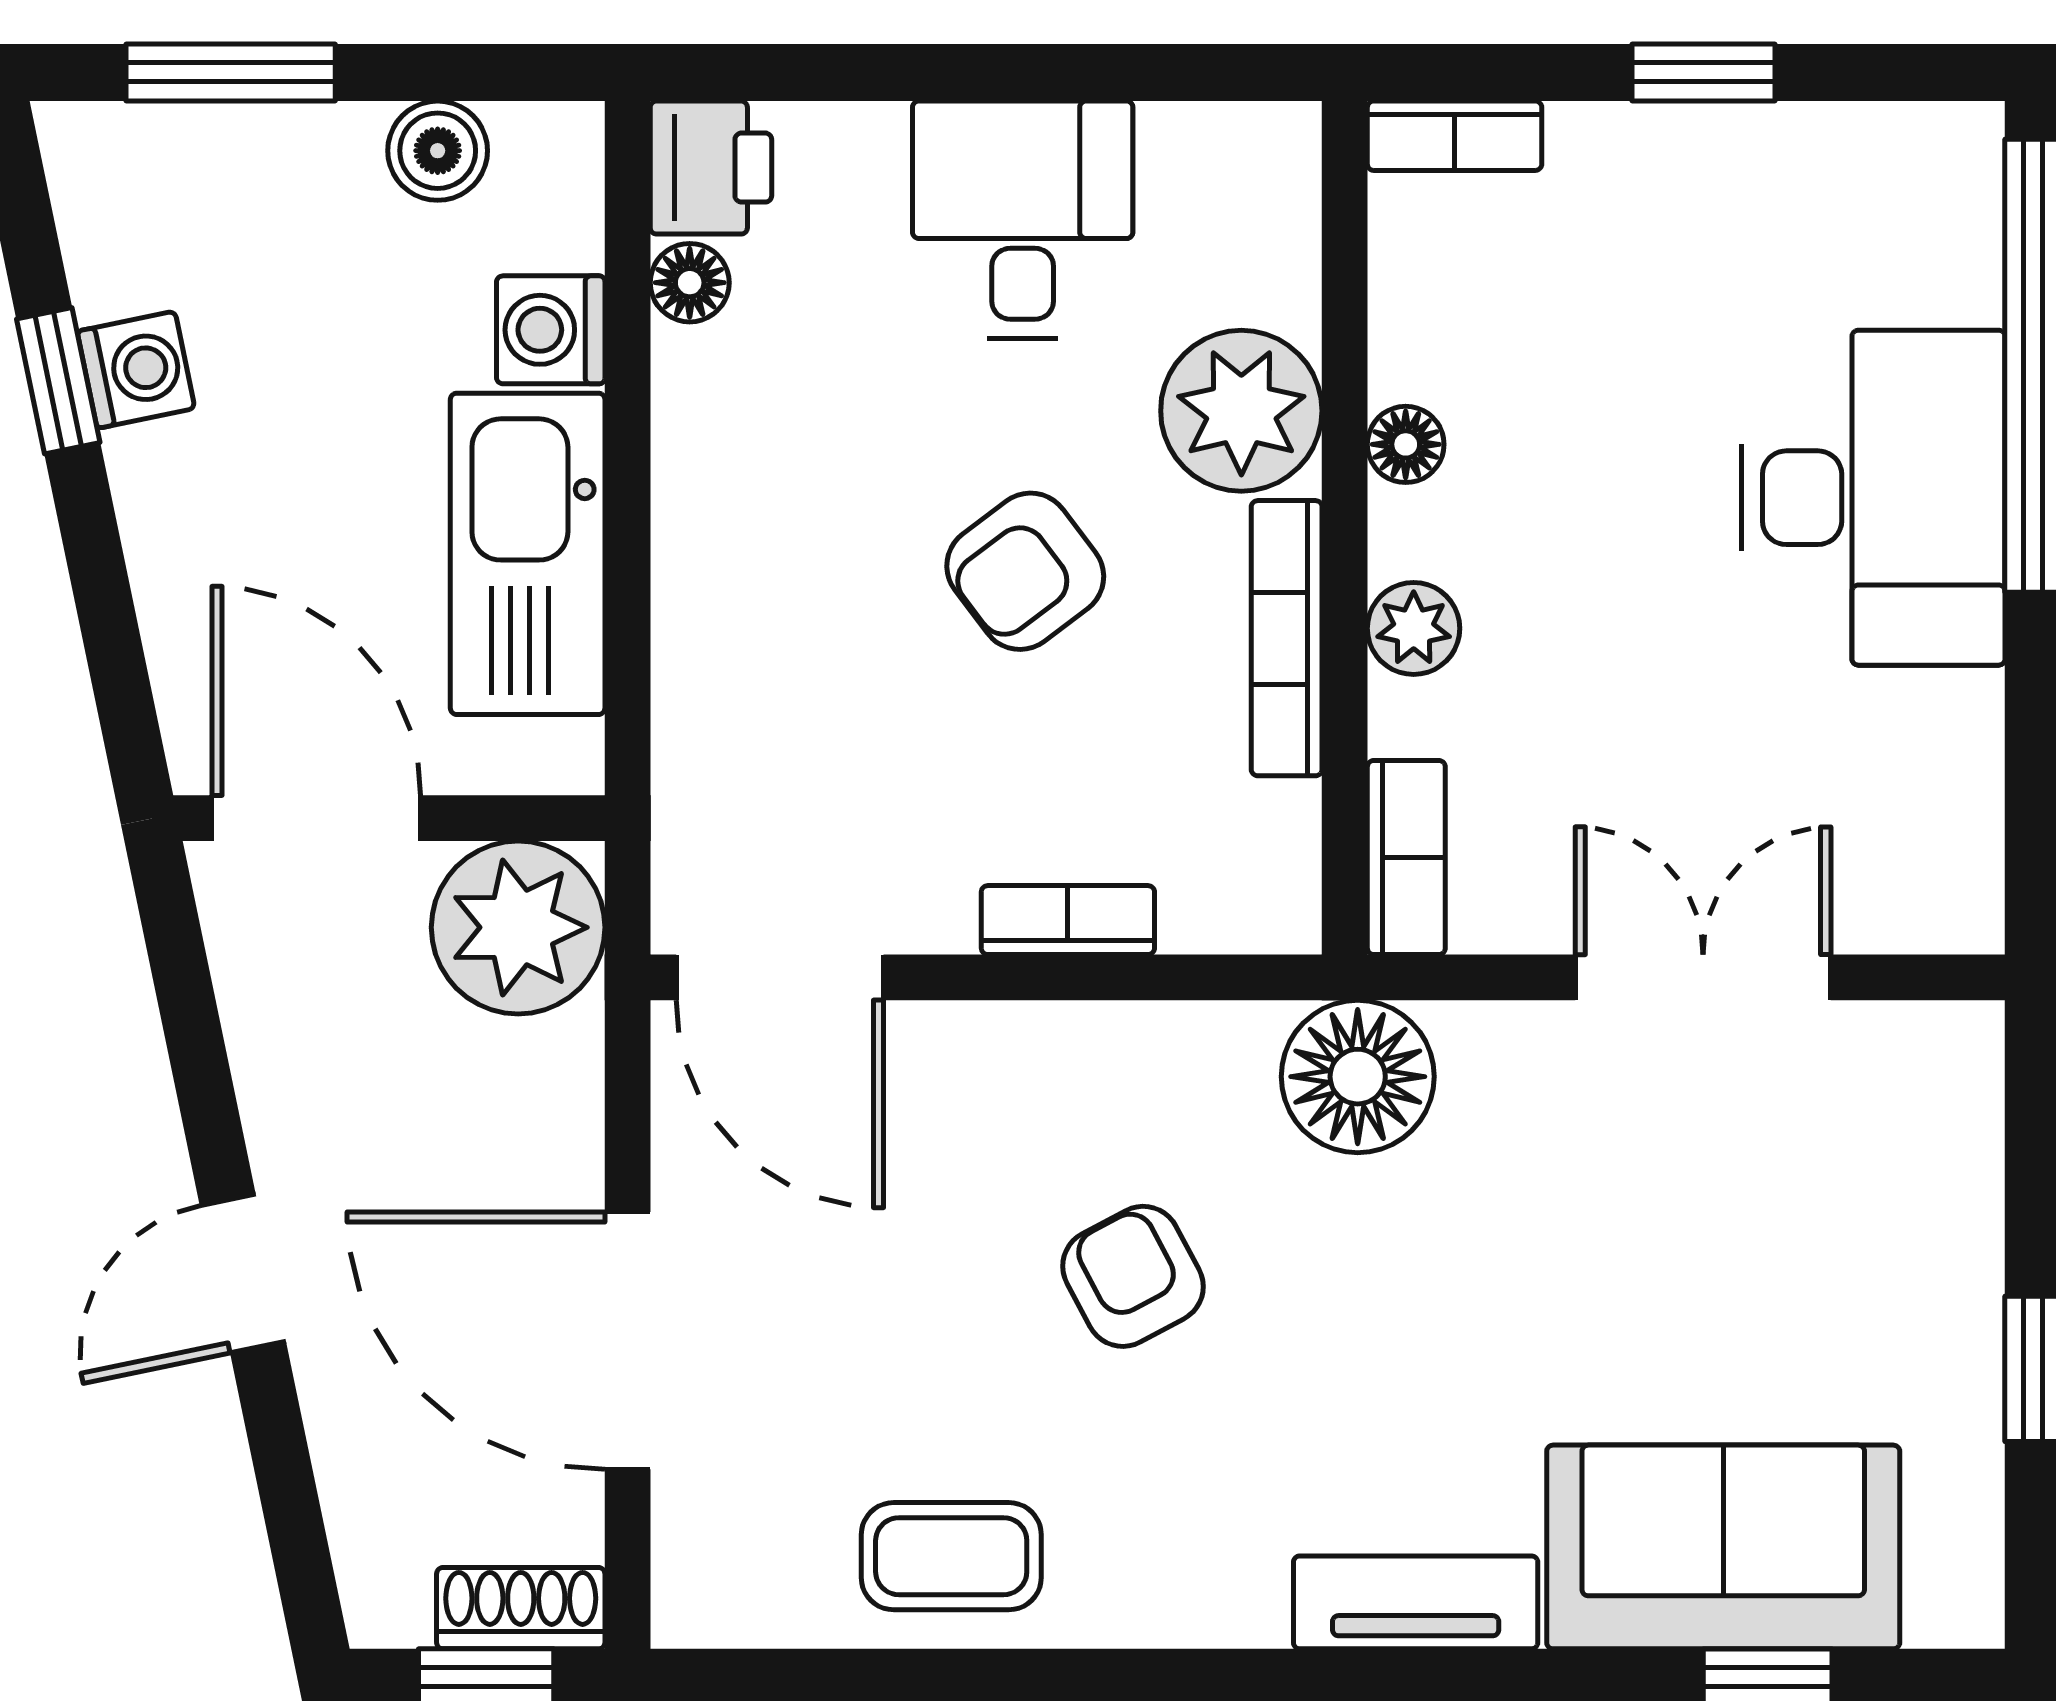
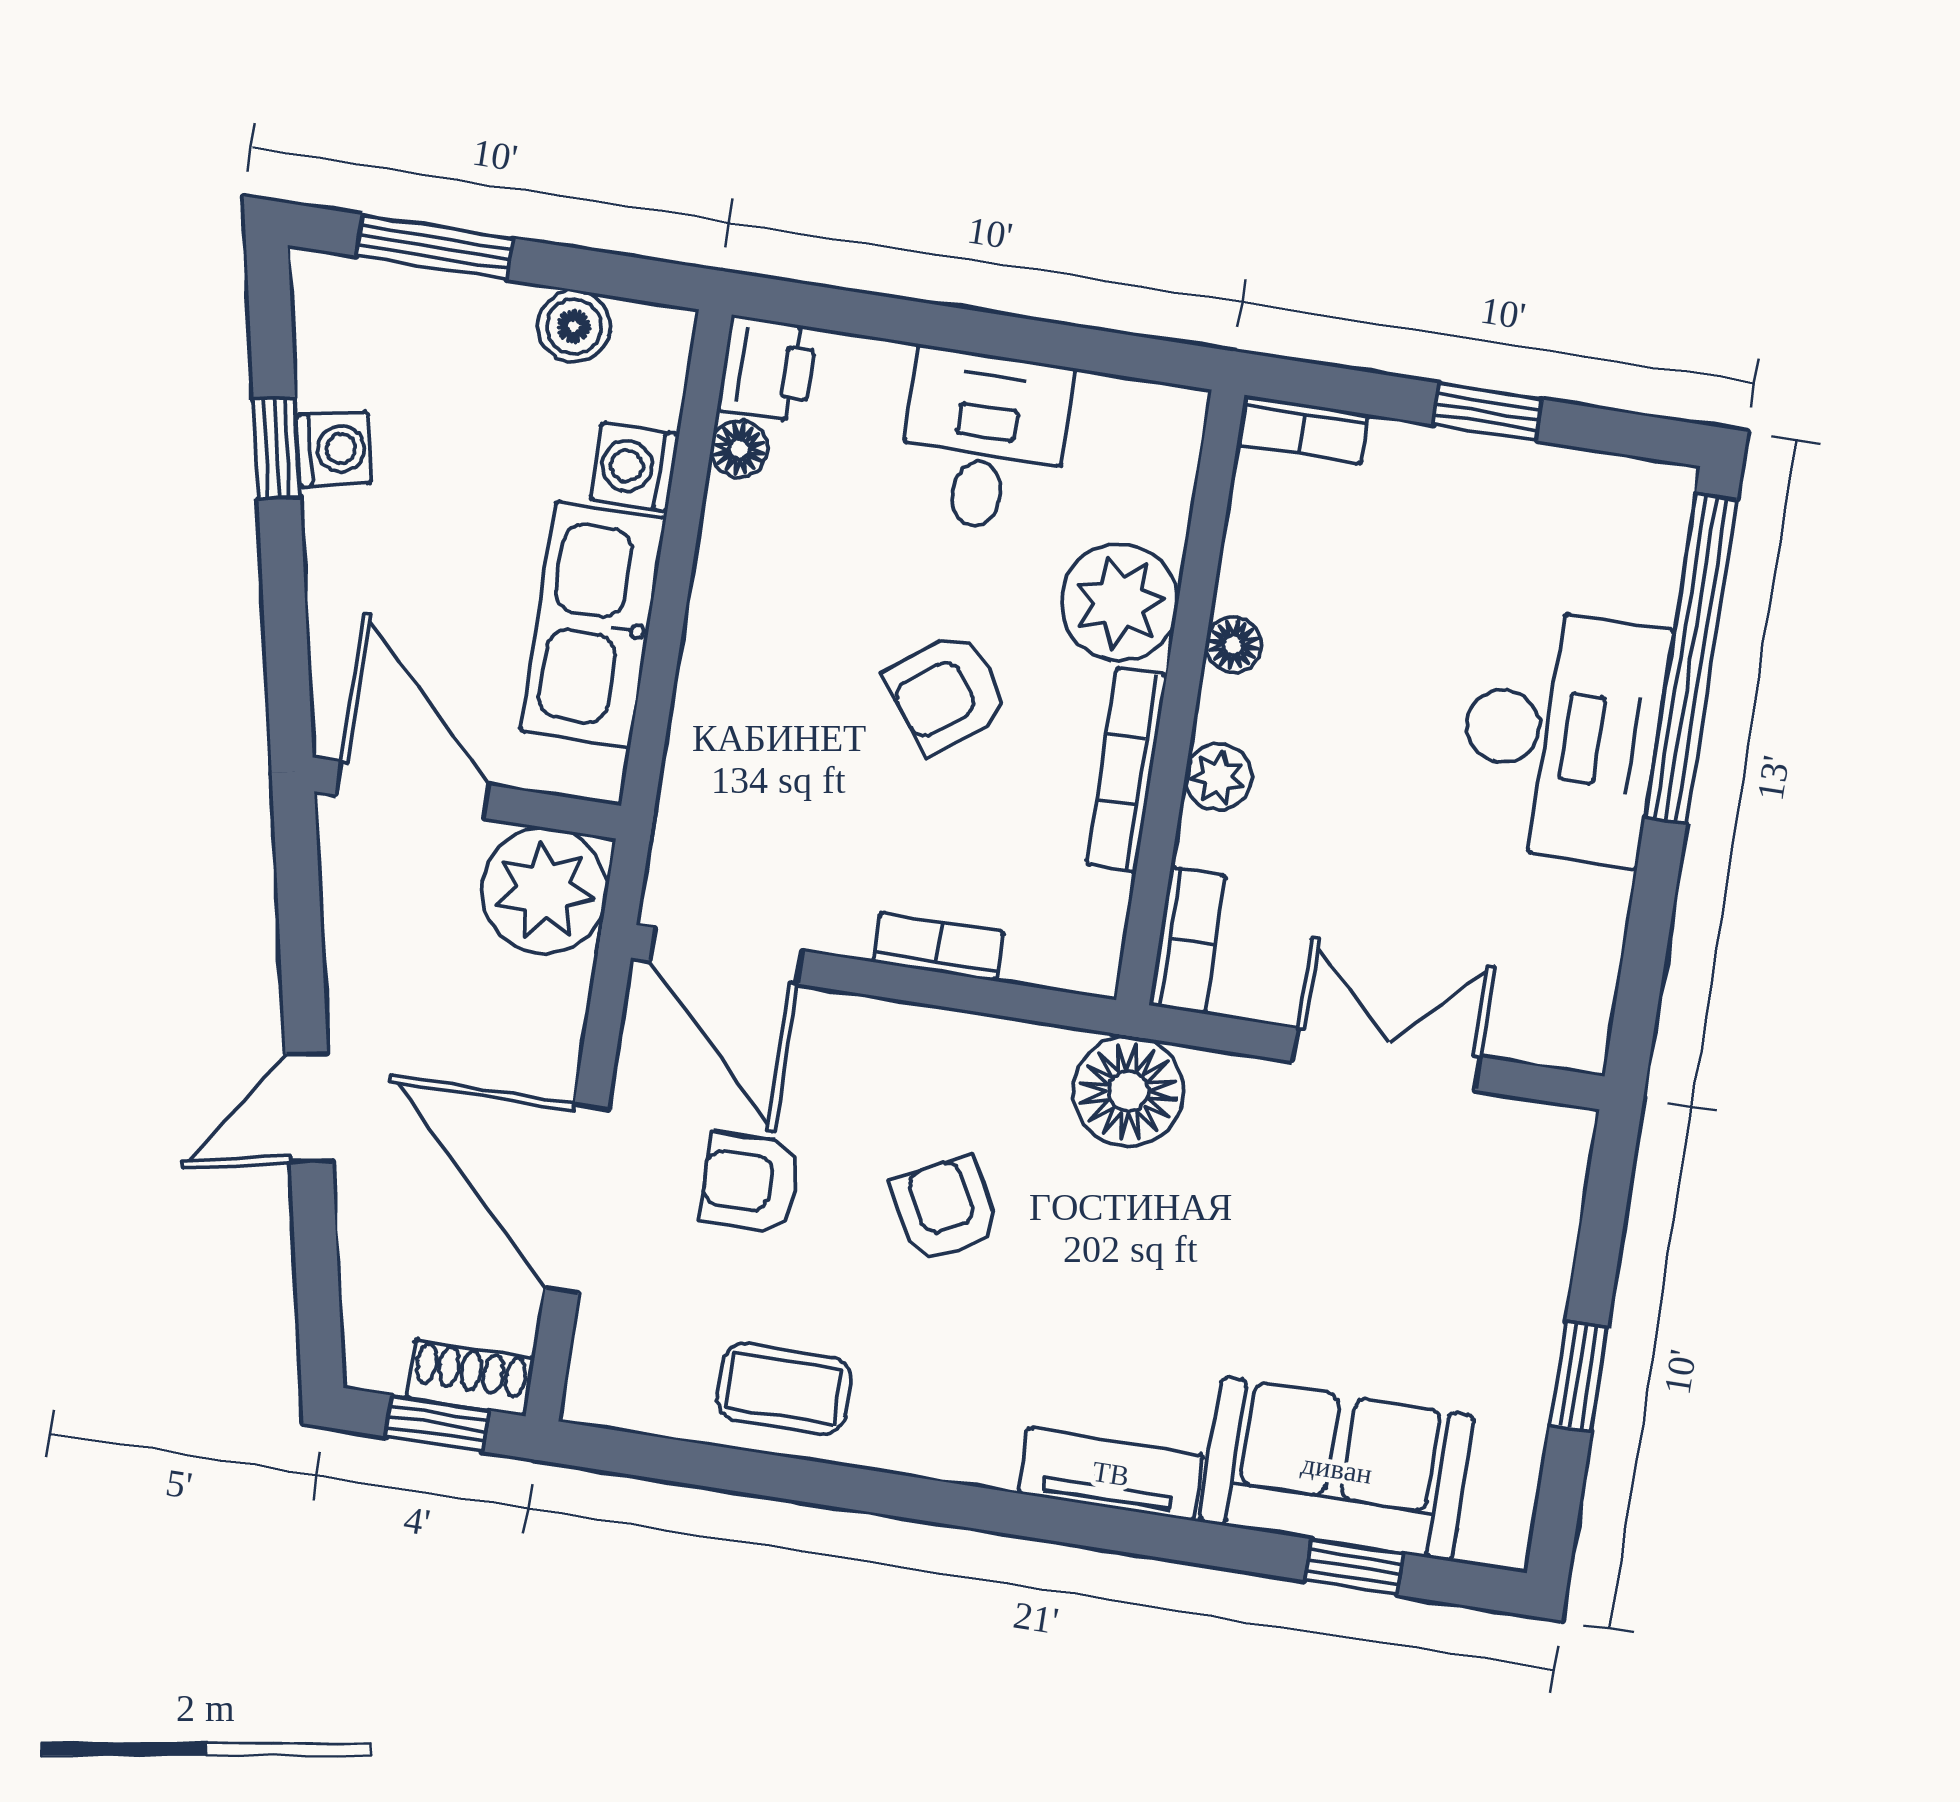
armchair: (862, 1282) -> (750, 1183), added

